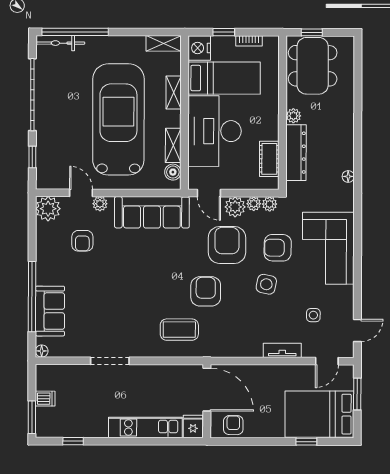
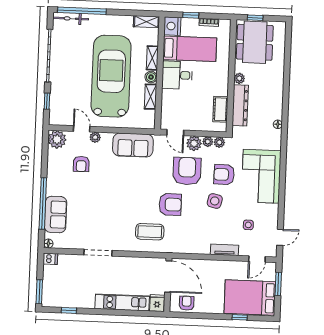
desk: (215, 131) -> (177, 75), width x0.53, depth x0.77
boiler: (173, 172) -> (151, 77), moved
sofa: (152, 212) -> (133, 145), width x0.73
armchair: (206, 291) -> (170, 204), turned 90
dishwasher: (45, 399) -> (50, 259), moved

